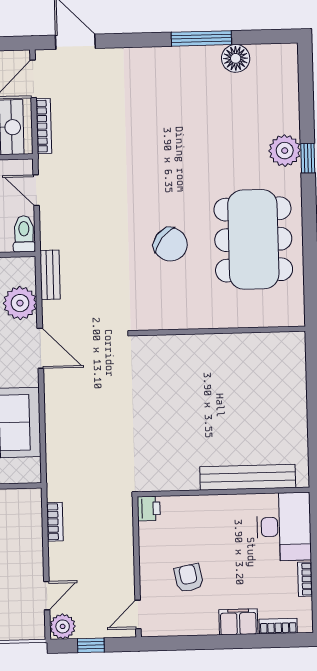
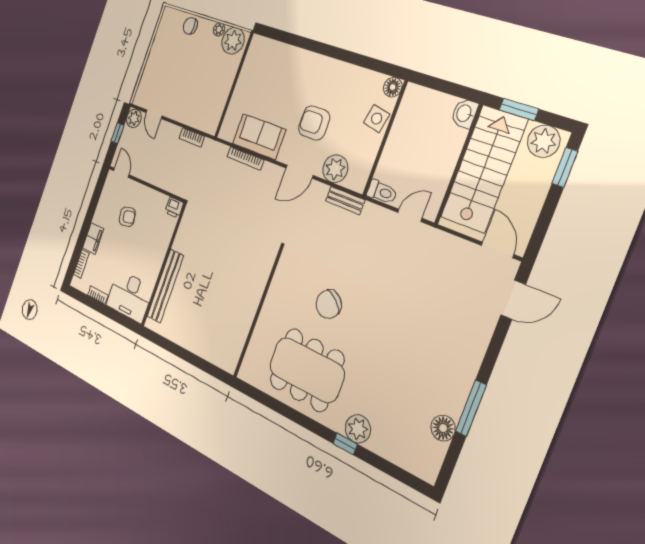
bookcase: (44, 126) -> (245, 158), moved

